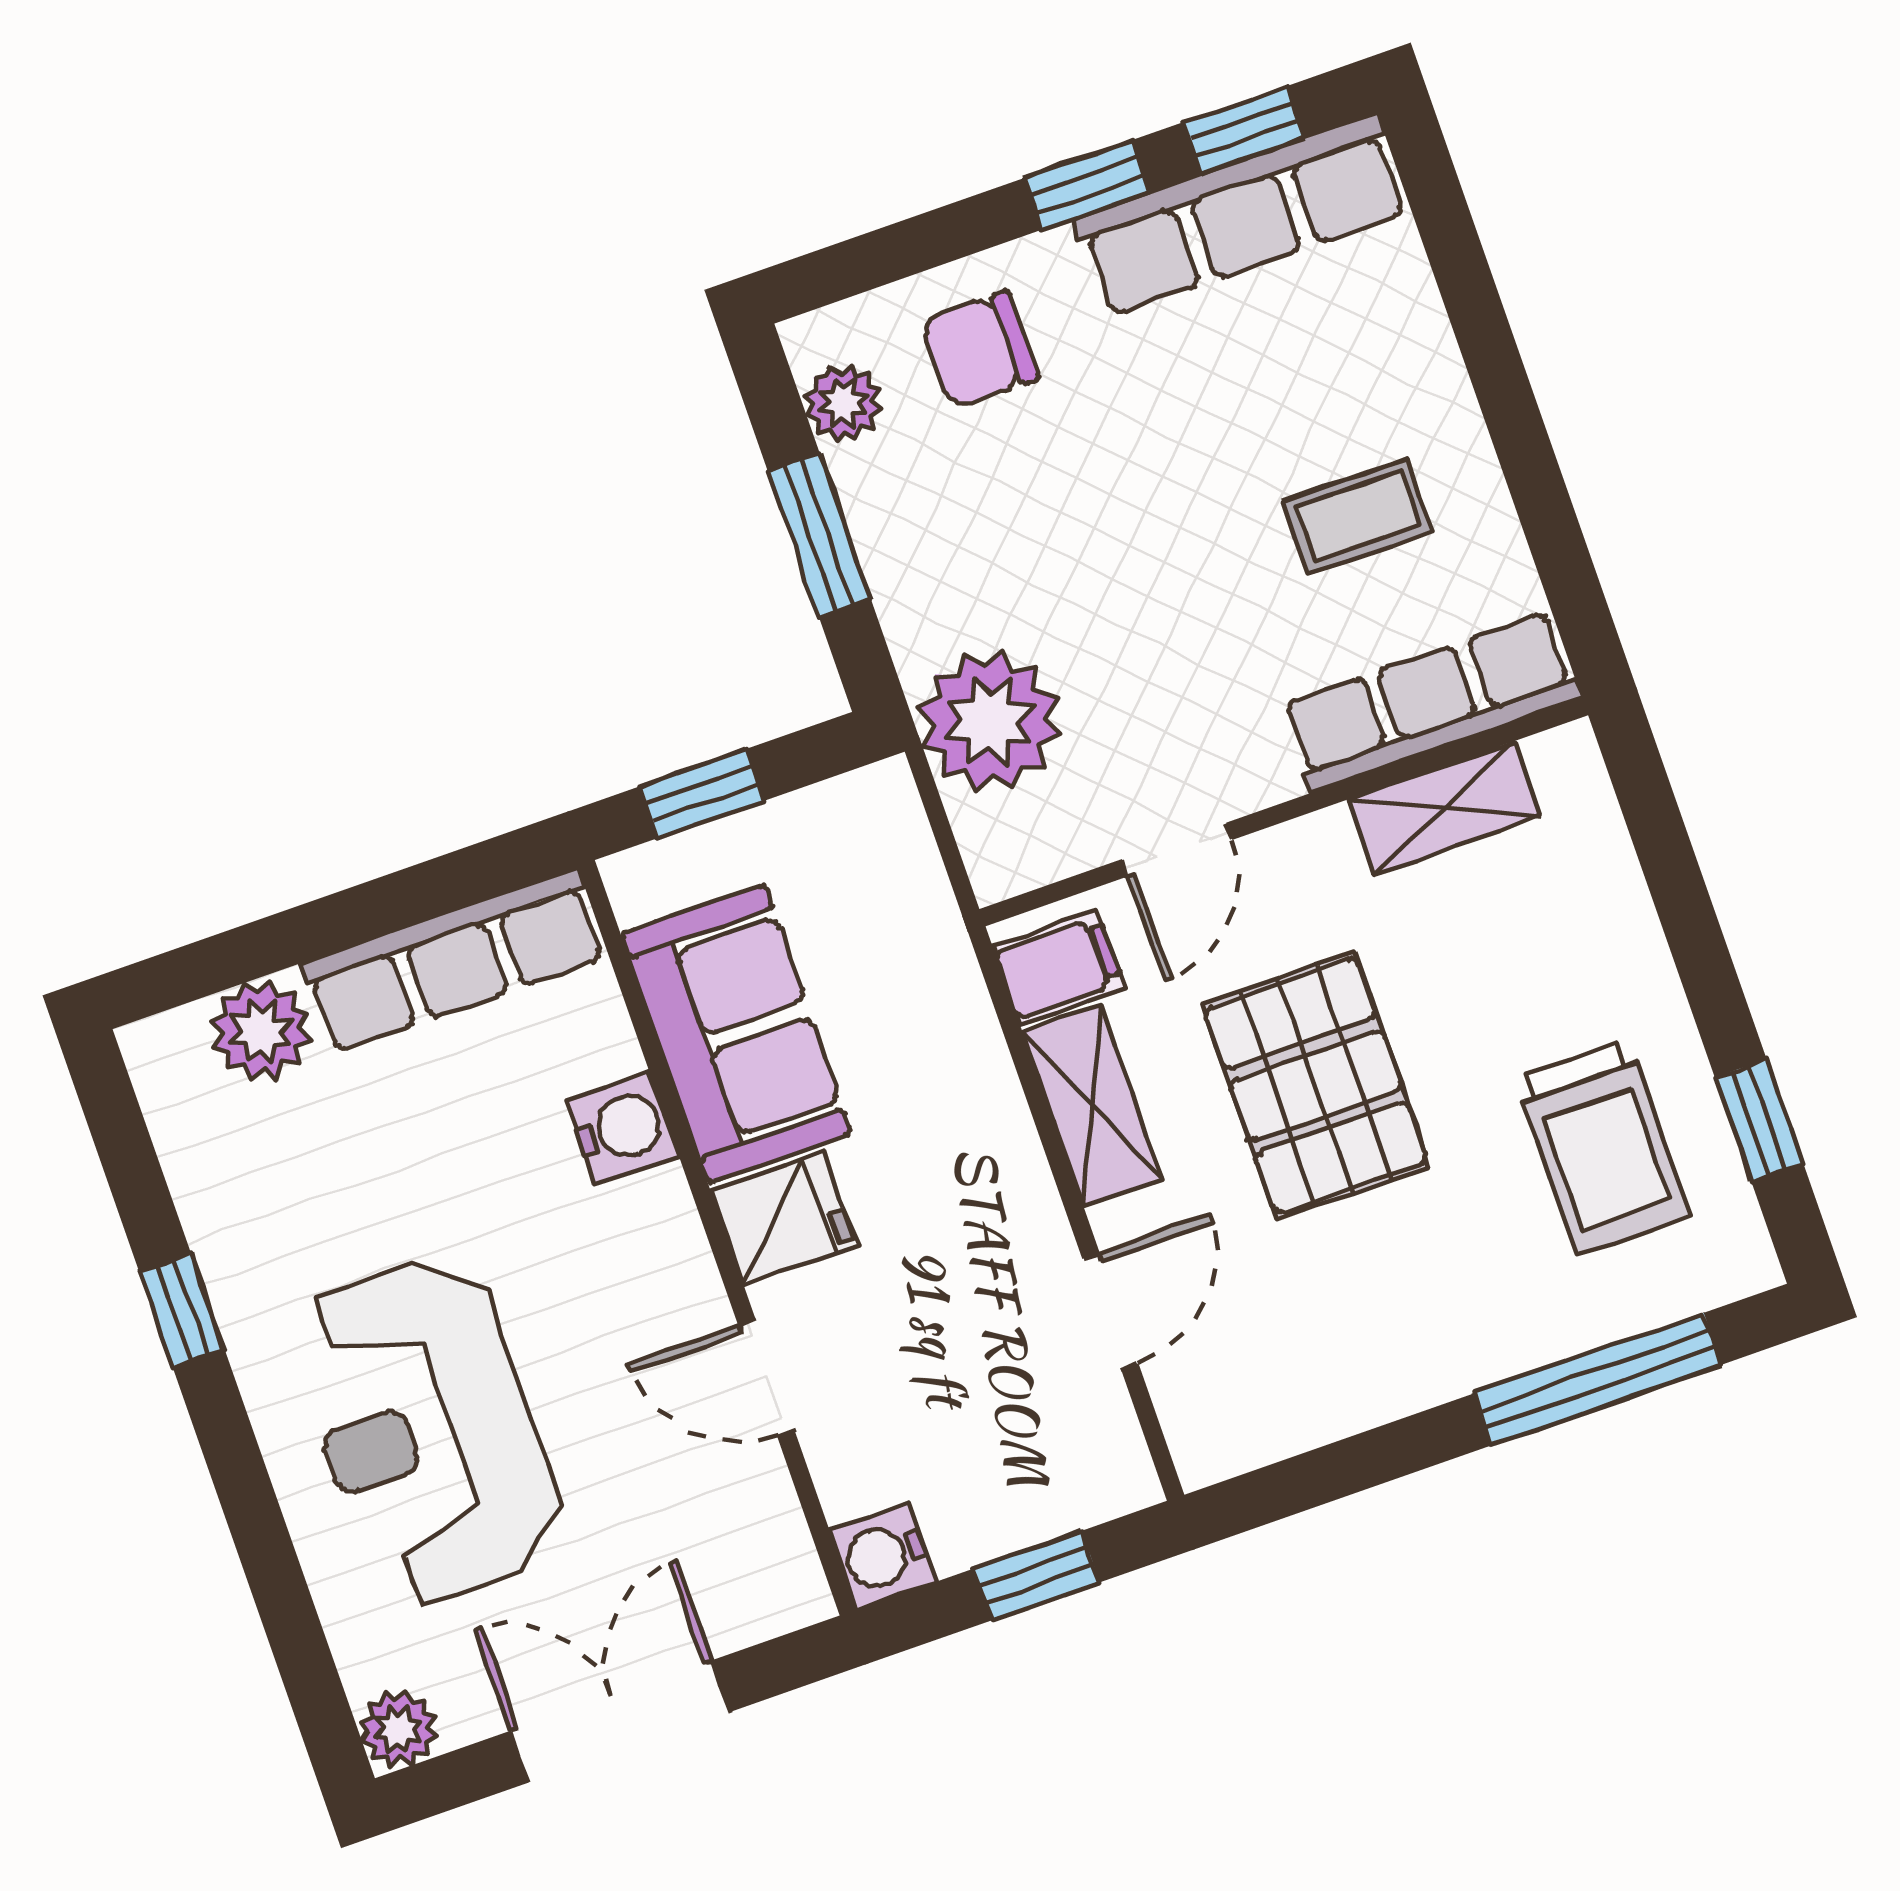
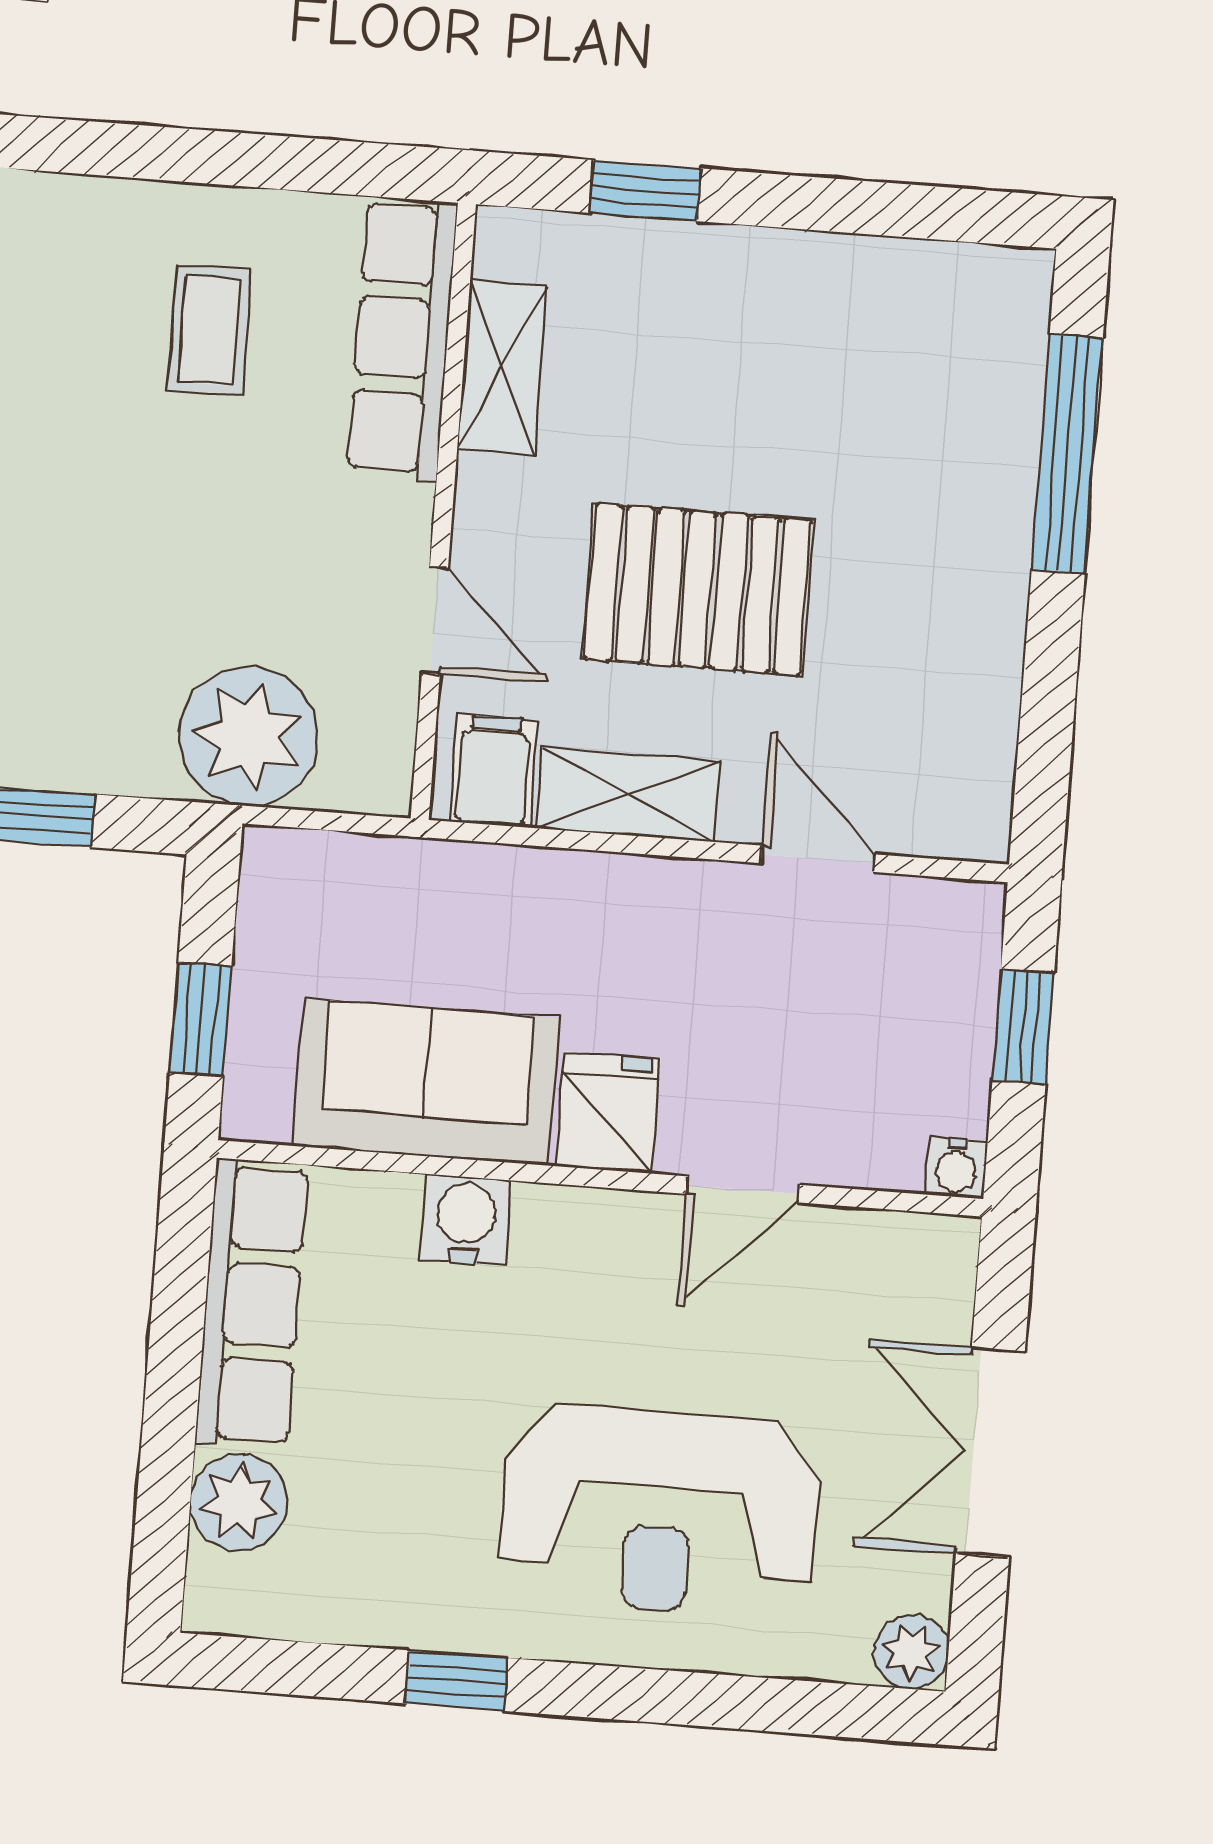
window: (1759, 1121) -> (645, 191), moved
trolley: (1602, 1147) -> (863, 359), removed
water cooler: (883, 1556) -> (956, 1168), width x0.72, depth x0.72

